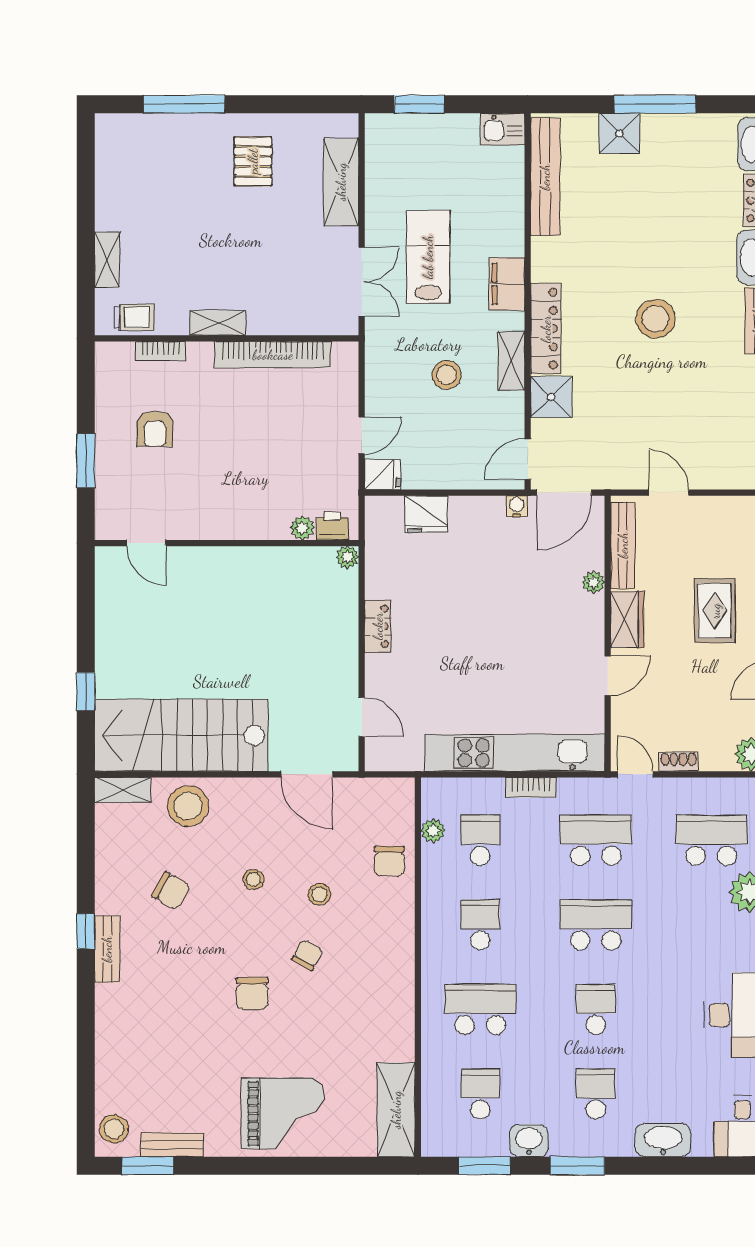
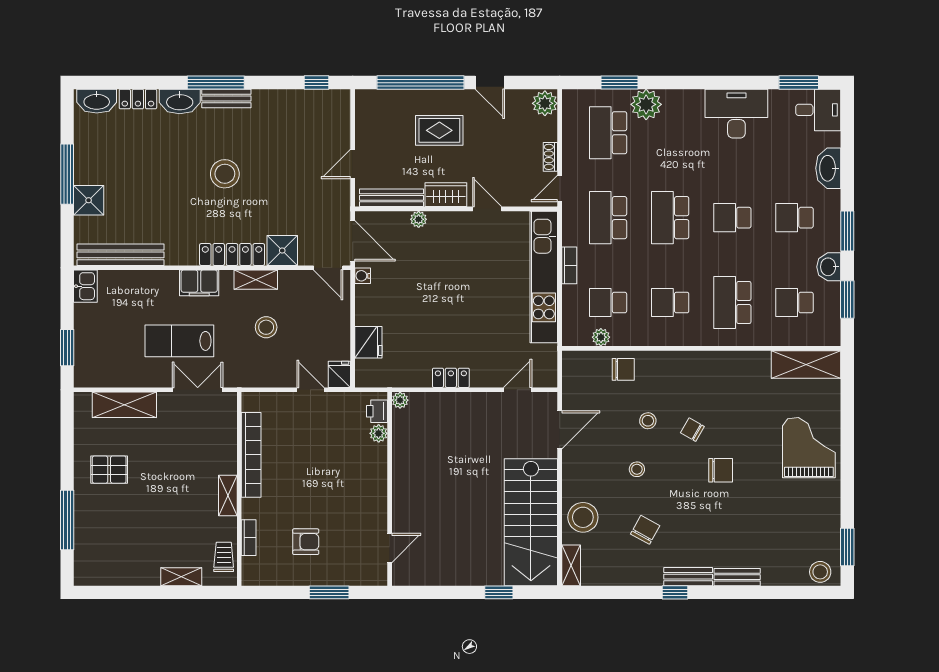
bench: (172, 1145) -> (737, 577), moved, turned 90

